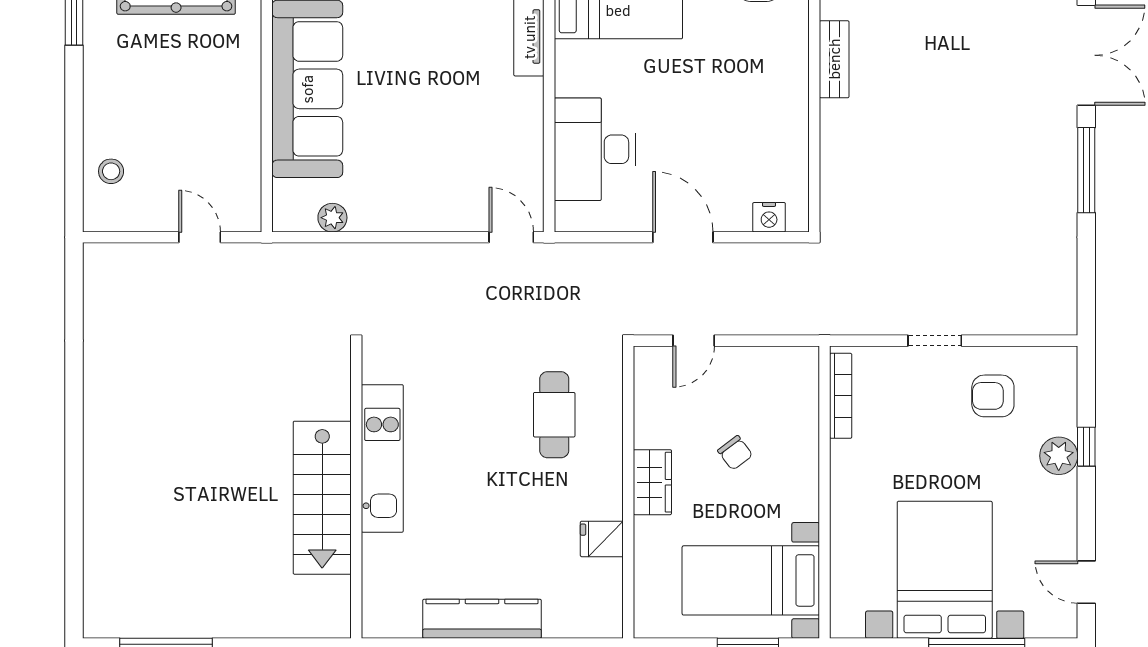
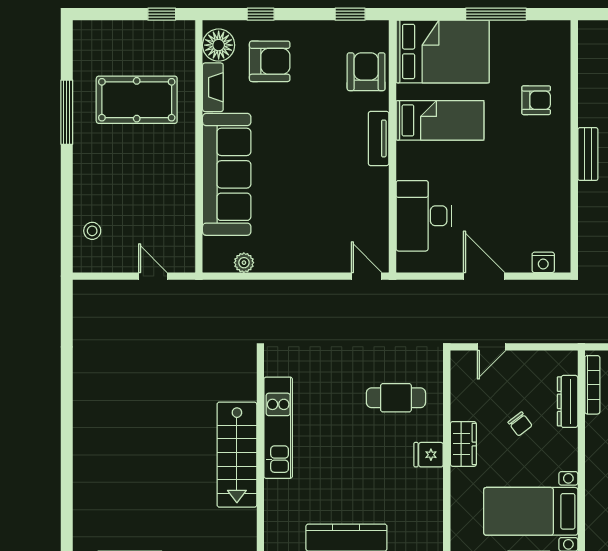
cafe table: (554, 415) -> (396, 398), turned 90
dresser: (805, 420) -> (568, 401), added
fridge: (602, 539) -> (429, 455), moved

